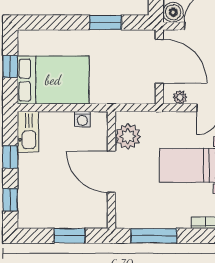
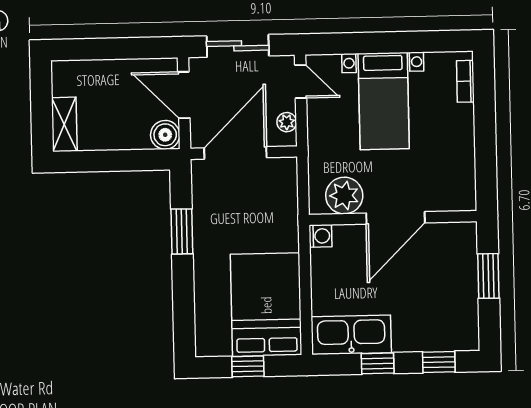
washing machine: (82, 119) -> (320, 236), moved
kitchen sink: (28, 132) -> (351, 335), width x1.36, depth x1.24
window: (154, 236) -> (486, 155), removed

